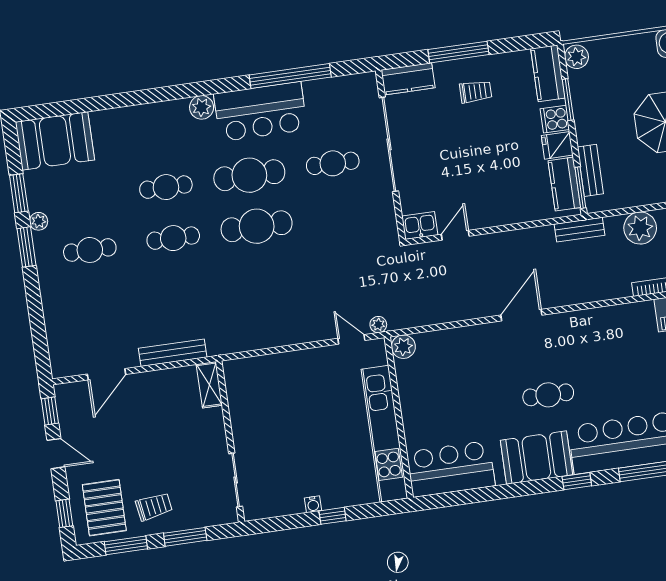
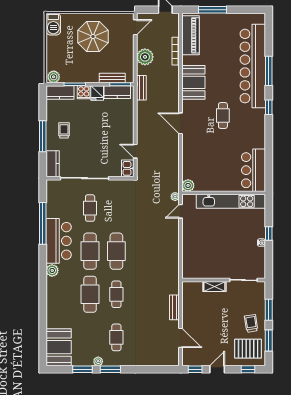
cafe table: (166, 187) -> (90, 294), width x1.37, depth x1.35
bench: (173, 353) -> (174, 307), width x0.73
shelving: (209, 385) -> (214, 287), moved
booth: (536, 458) -> (193, 82), moved

